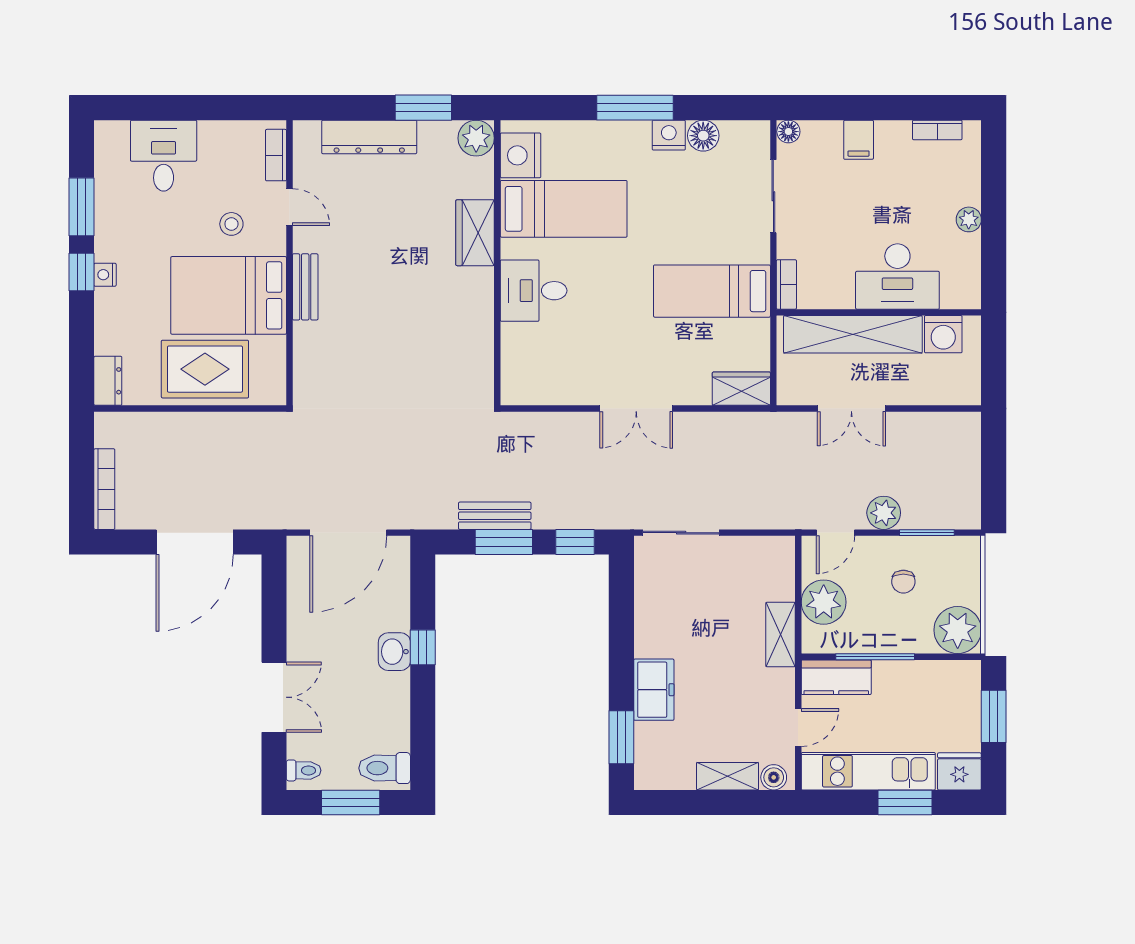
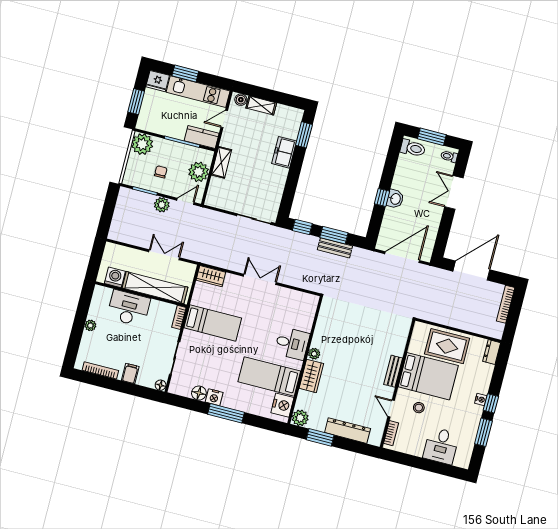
bookcase: (937, 130) -> (100, 370), width x1.56
plant: (481, 281) -> (314, 354), added

